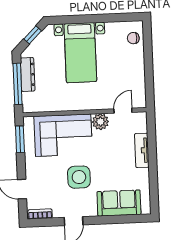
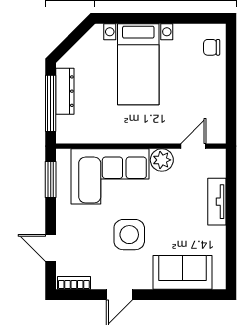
window: (33, 35) -> (74, 37), removed

